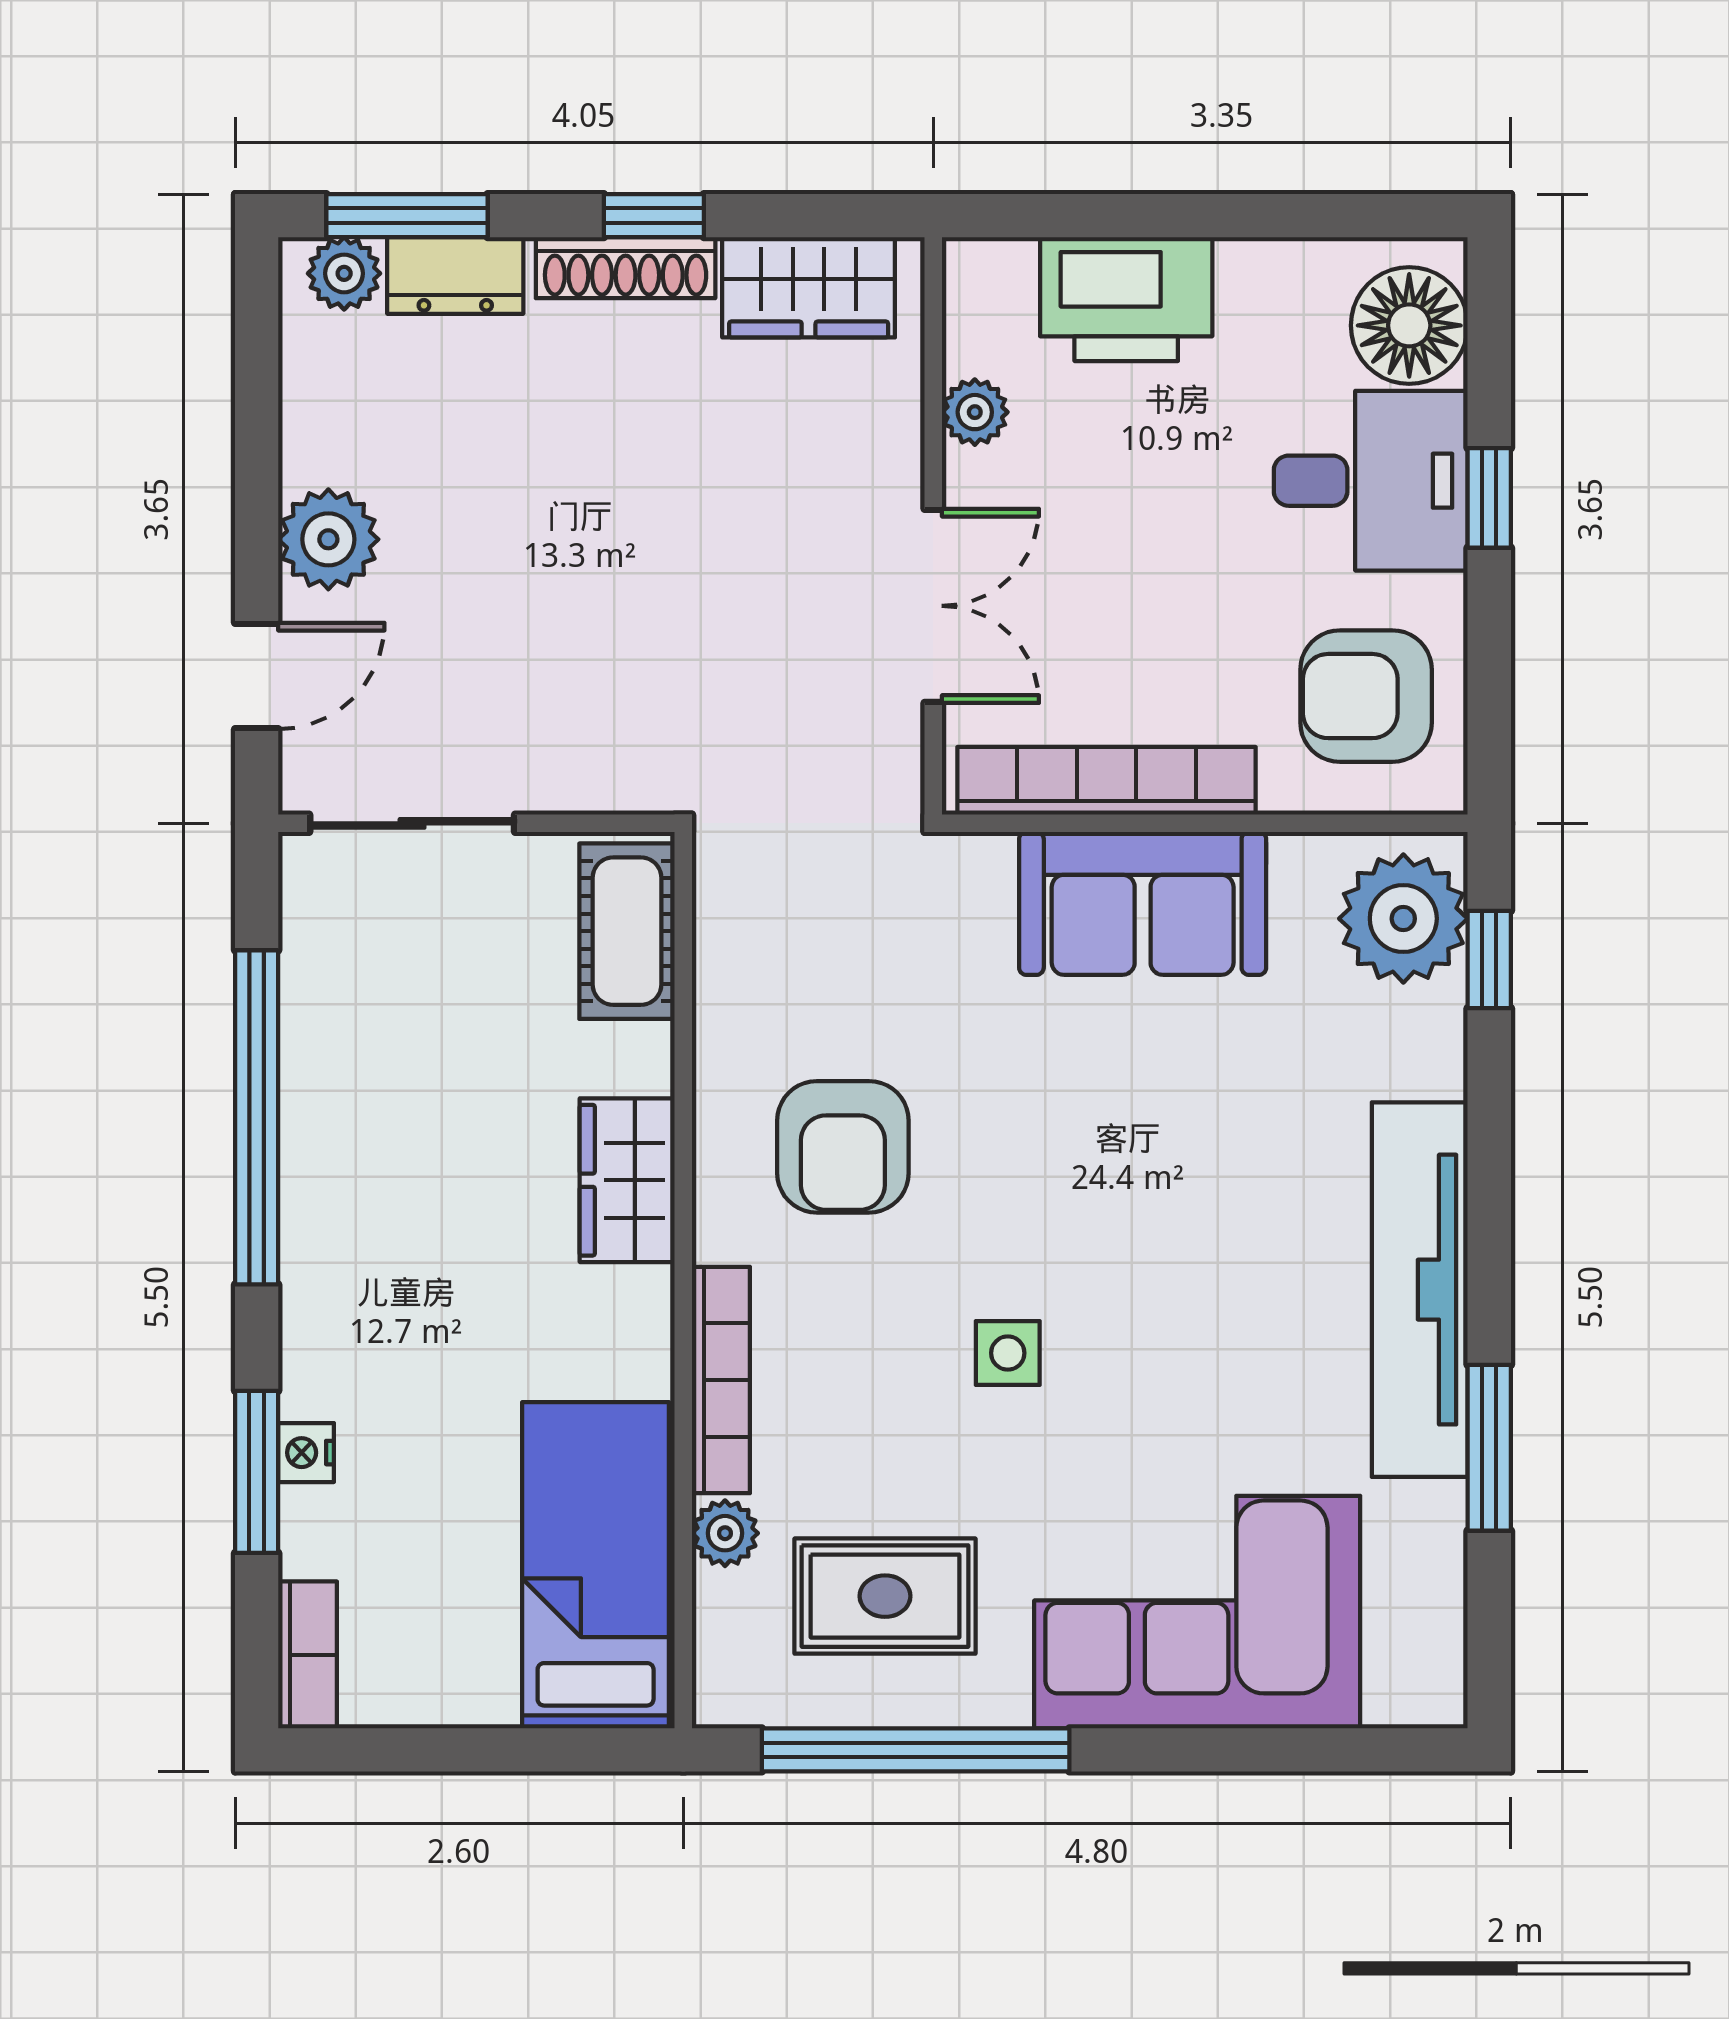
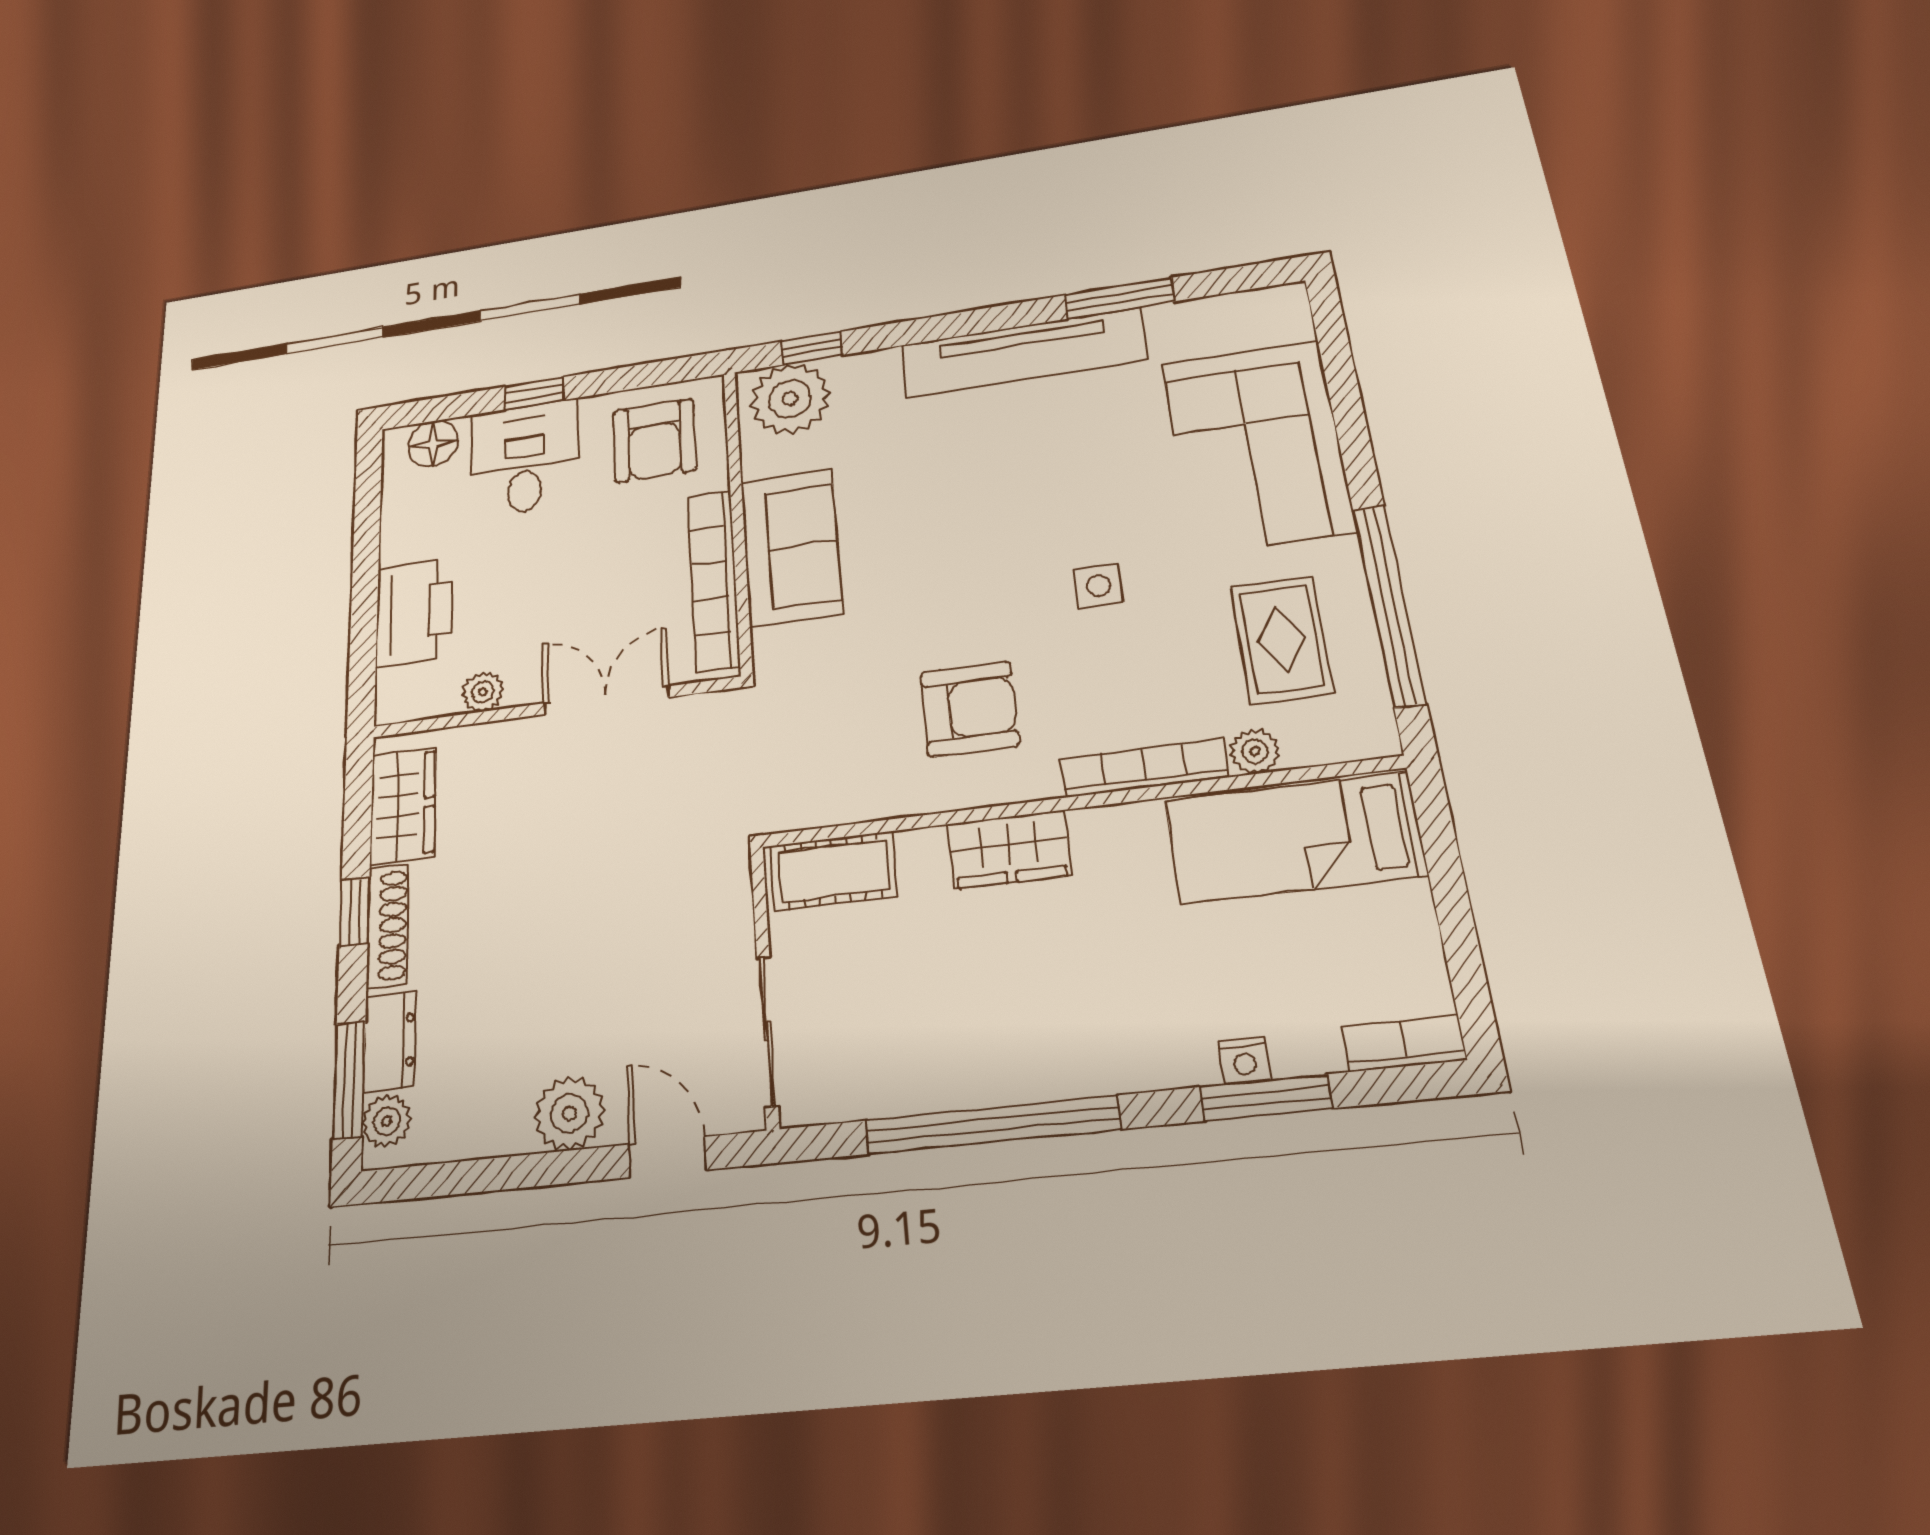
floor lamp: (1409, 325) -> (433, 444), width x0.73, depth x0.73

